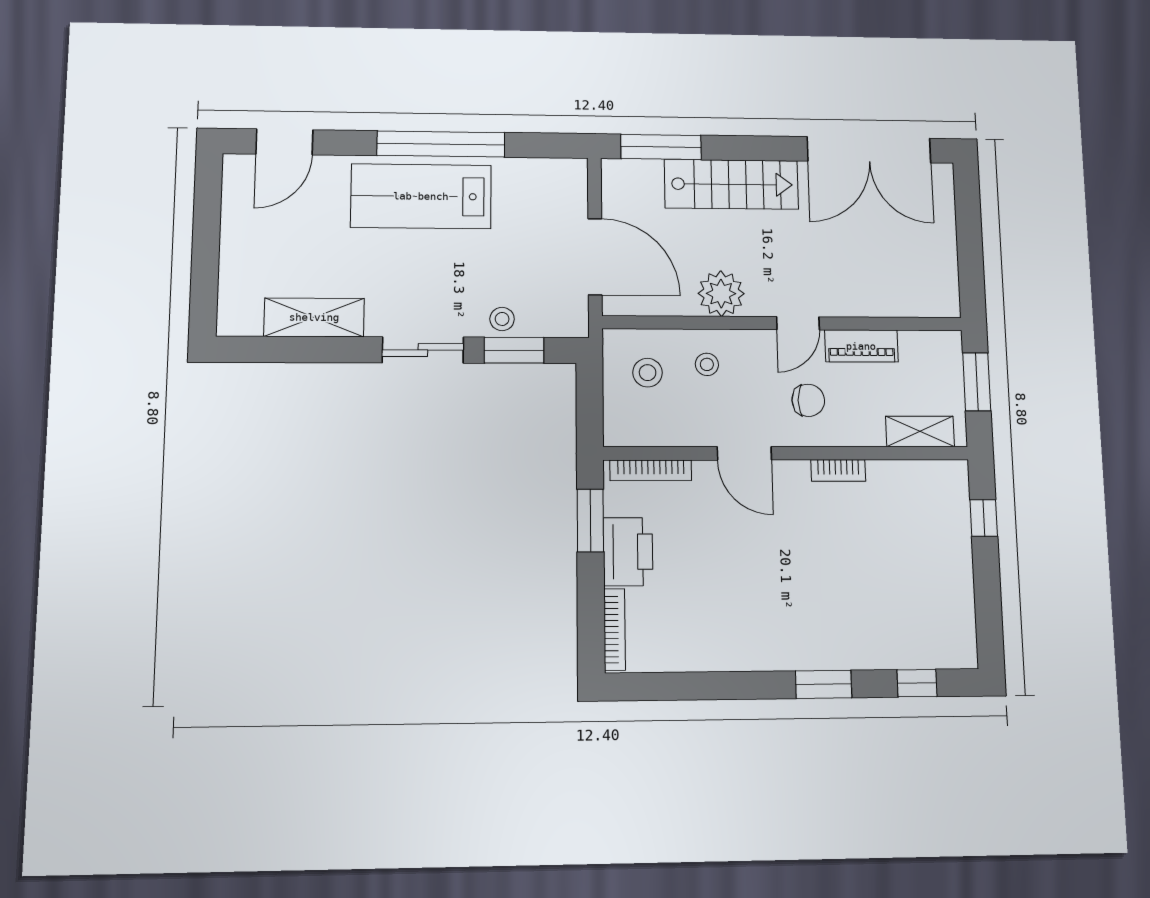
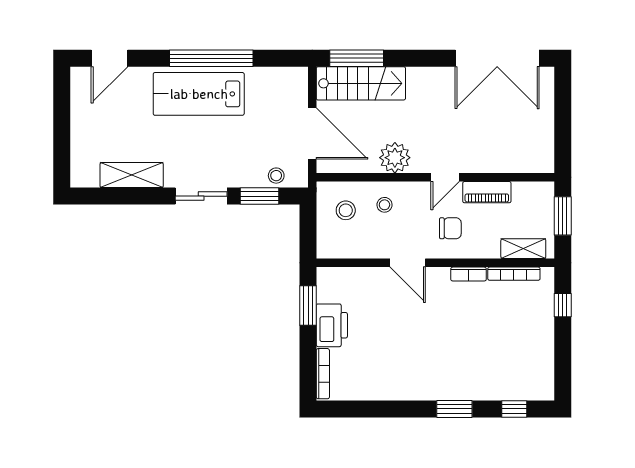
stairs: (731, 184) -> (361, 83), moved
stool: (502, 319) -> (276, 176), moved
bookcase: (651, 470) -> (514, 274), moved

